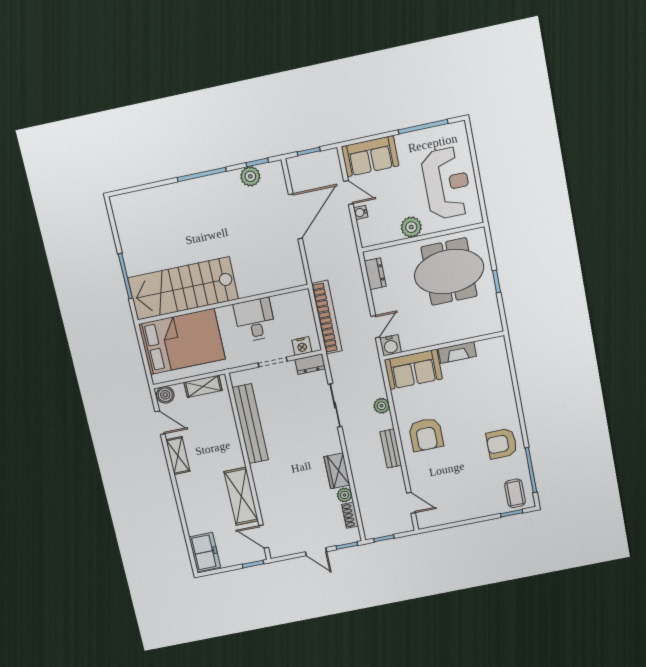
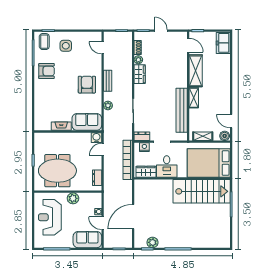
wardrobe: (290, 303) -> (146, 172), added
shelving: (178, 456) -> (194, 98), moved
side table: (476, 494) -> (66, 46), added

